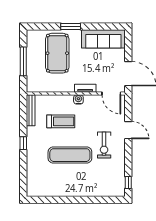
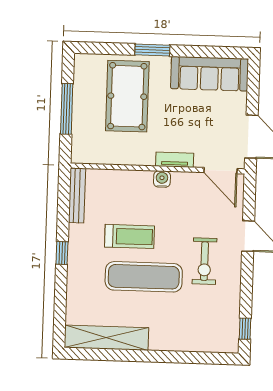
treadmill: (61, 121) -> (129, 236), moved
shelving: (50, 190) -> (106, 338), added

